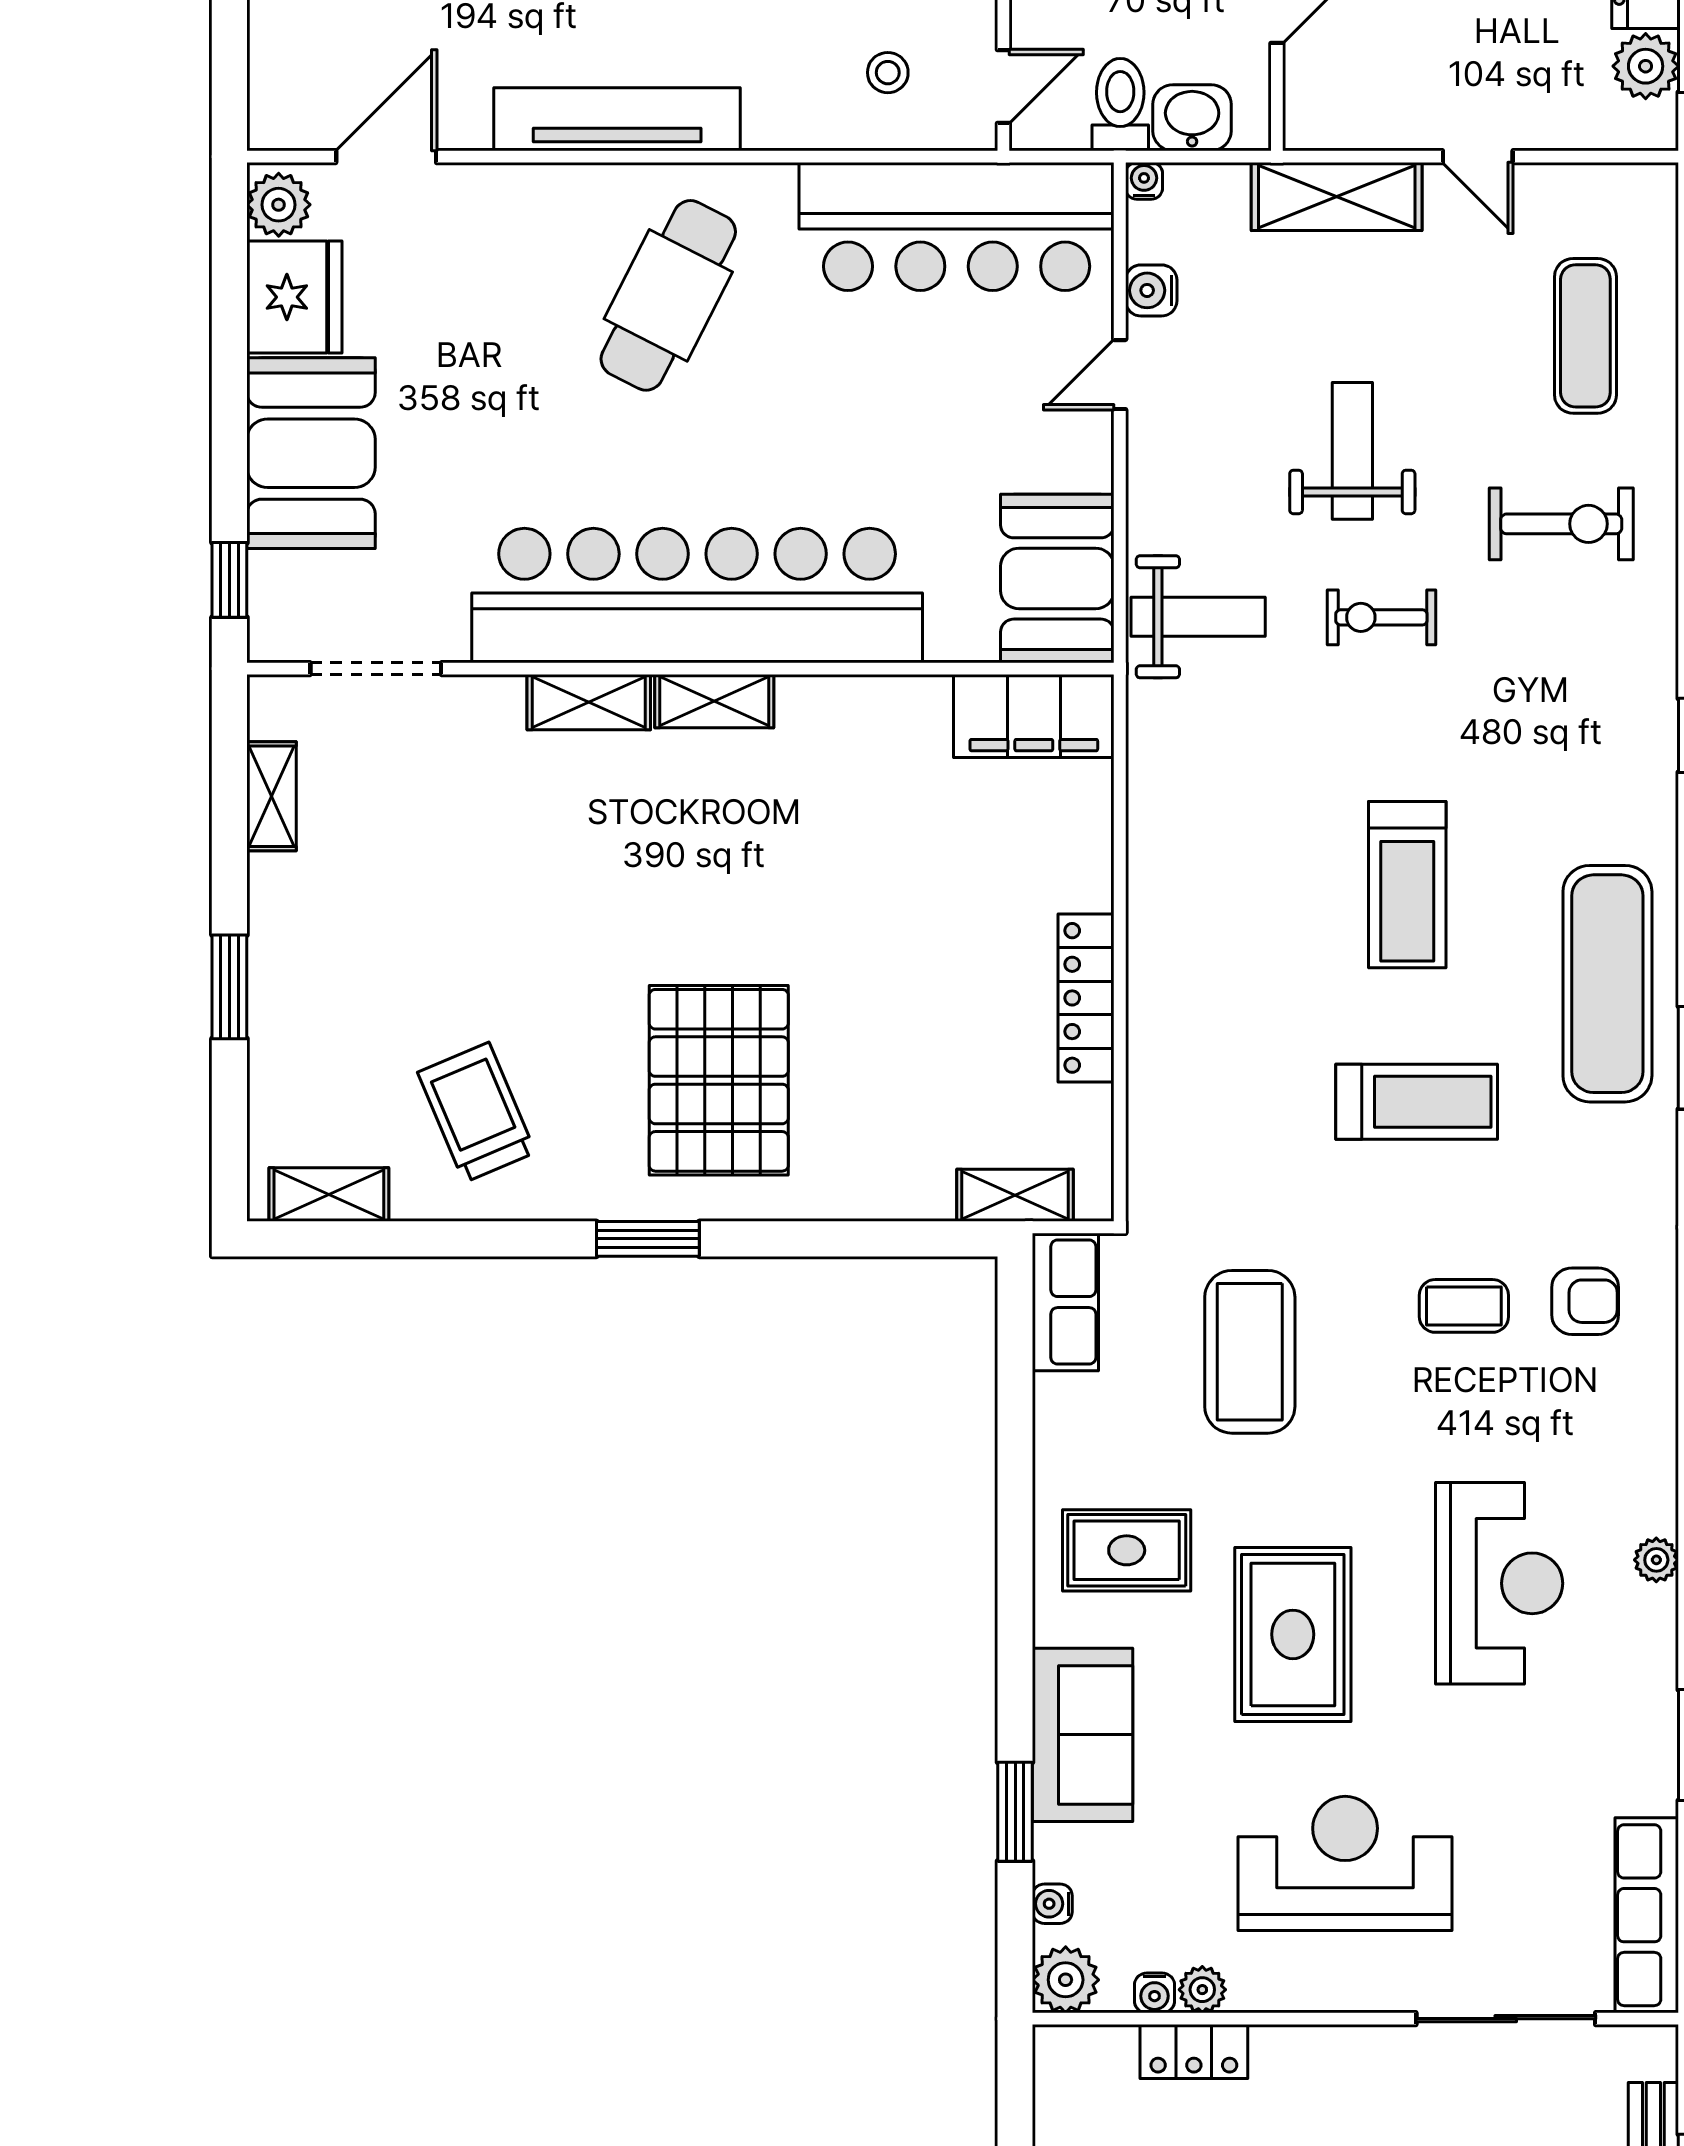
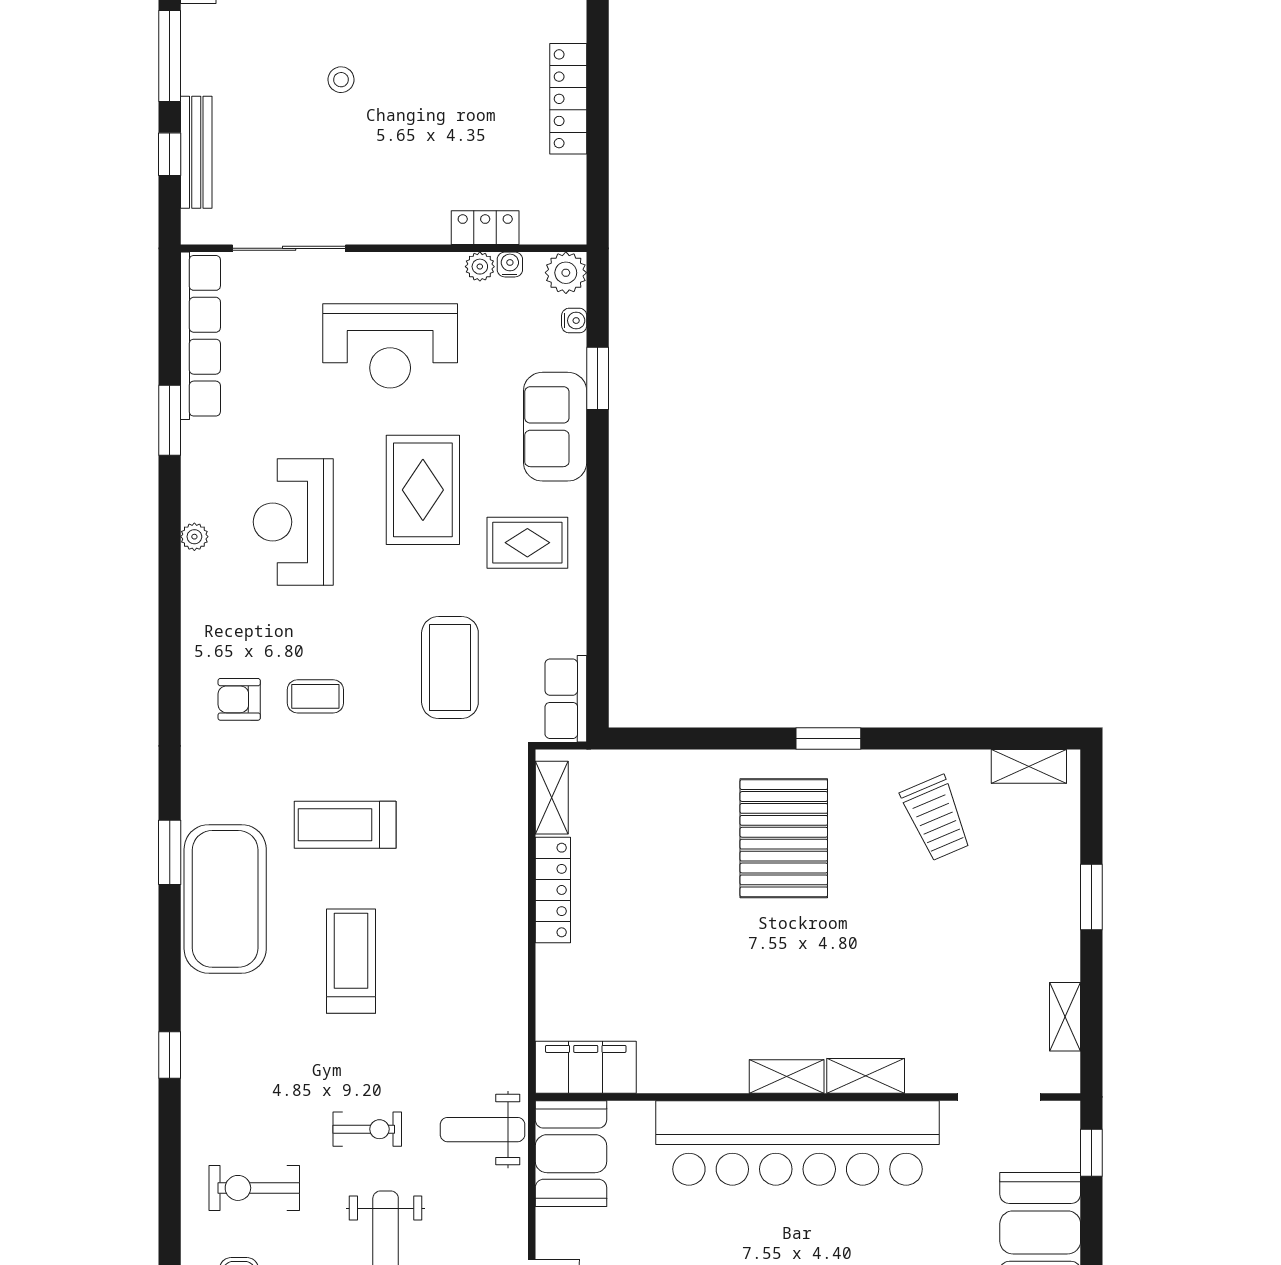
exercise mat: (1607, 984) -> (225, 899), width x1.47
shelving: (1015, 1195) -> (552, 798), moved, turned 90
row of seats: (1647, 1915) -> (200, 336), width x1.36

